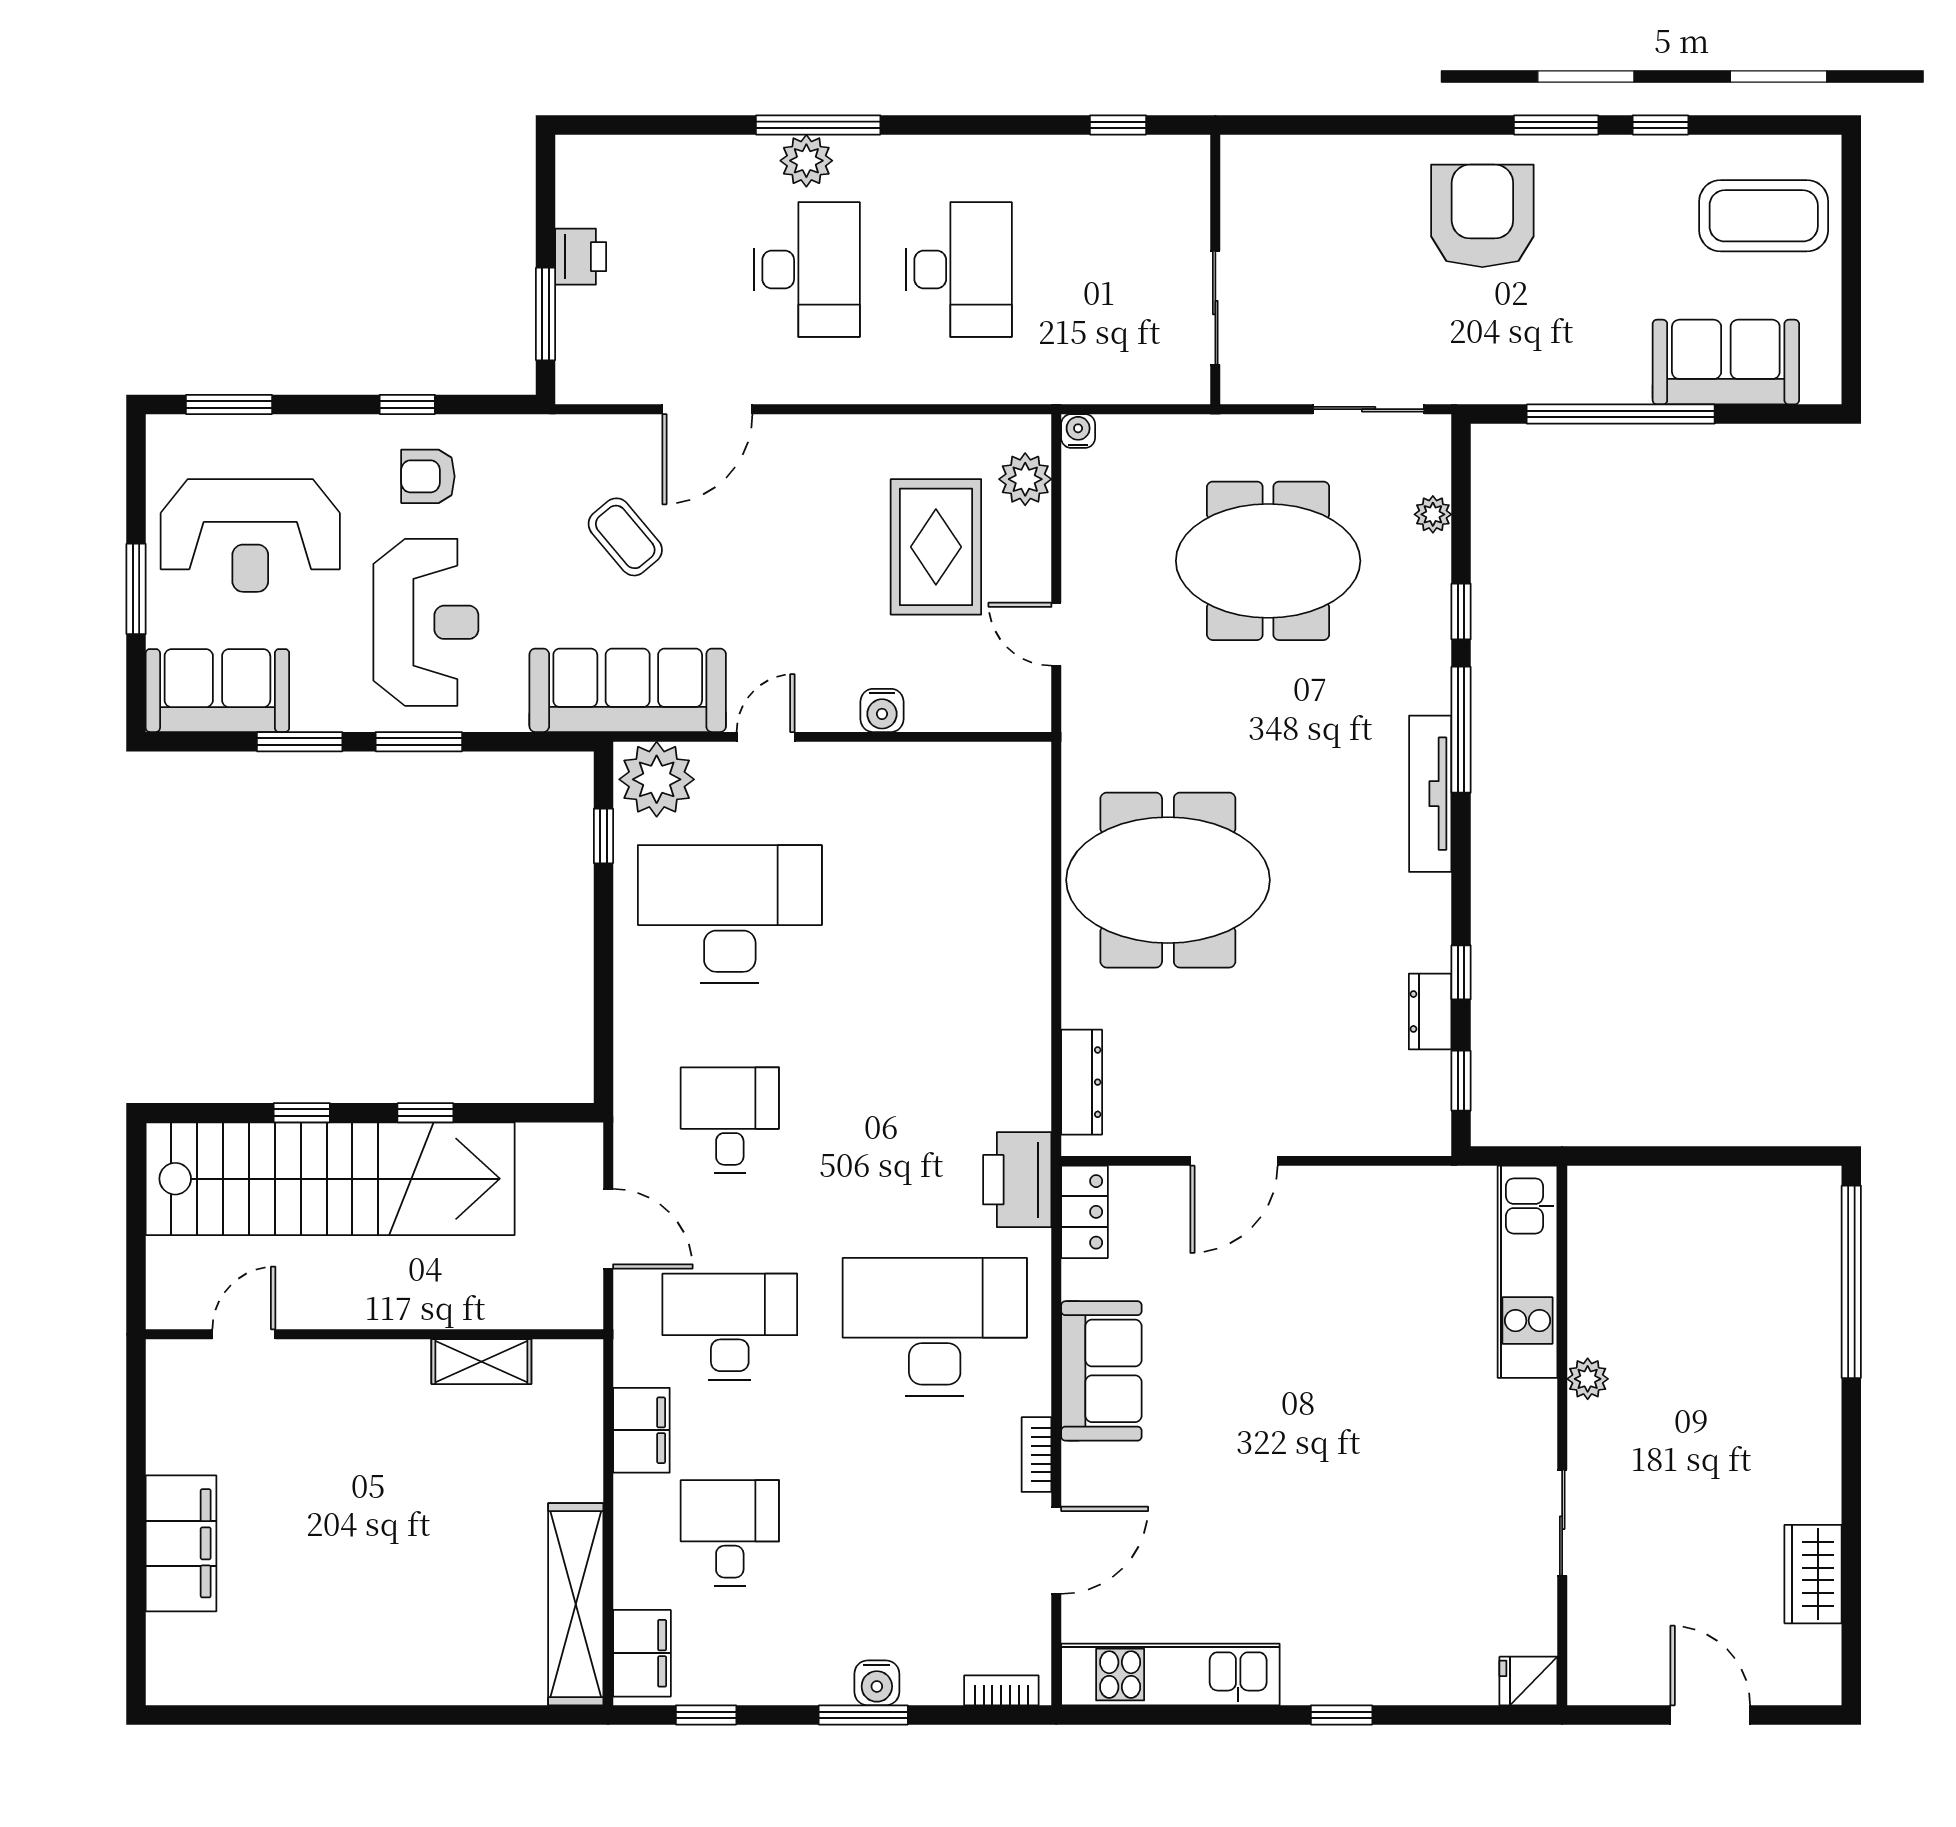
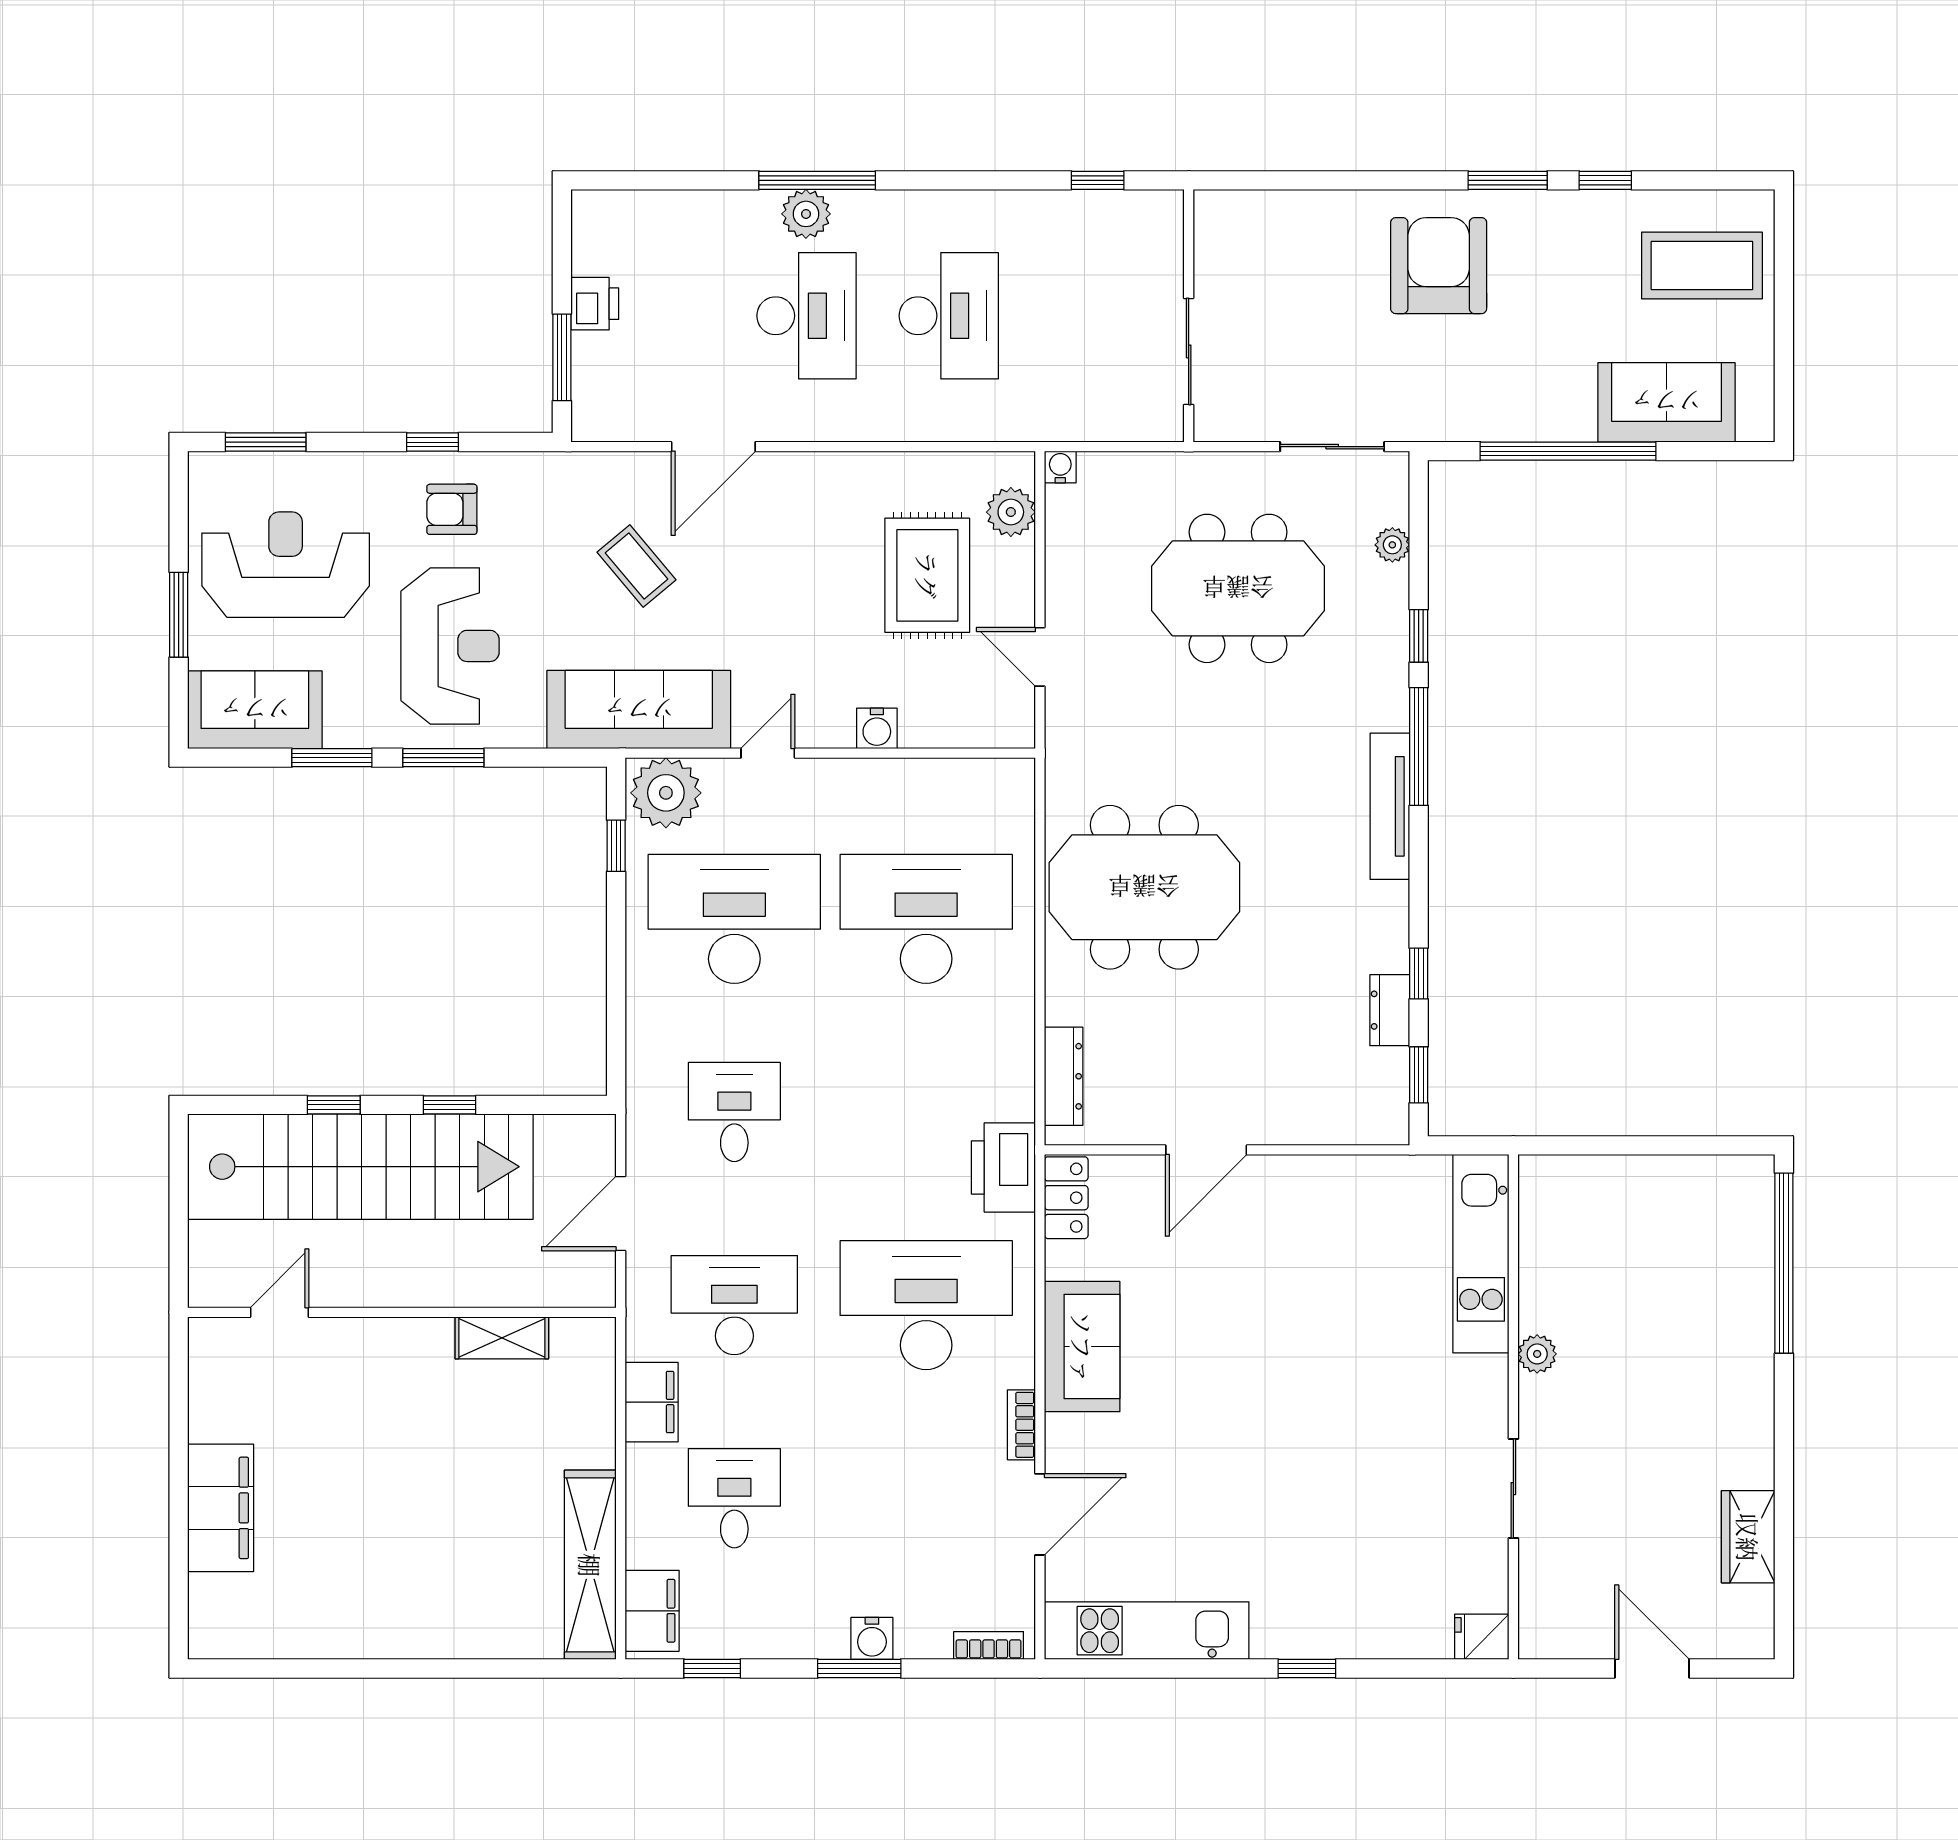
reception desk: (250, 535) -> (286, 565), turned 180
desk: (935, 914) -> (926, 919), added
door: (608, 1229) -> (621, 1213), swing flipped

